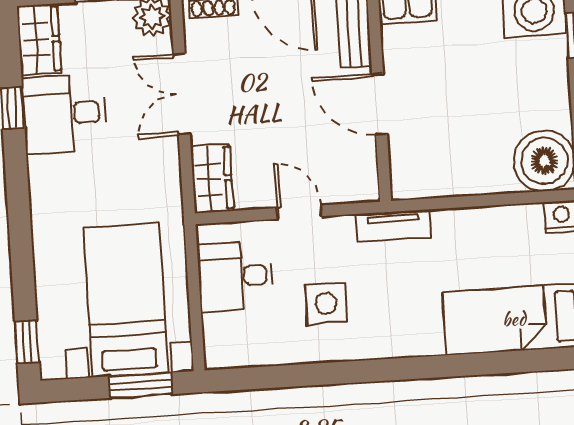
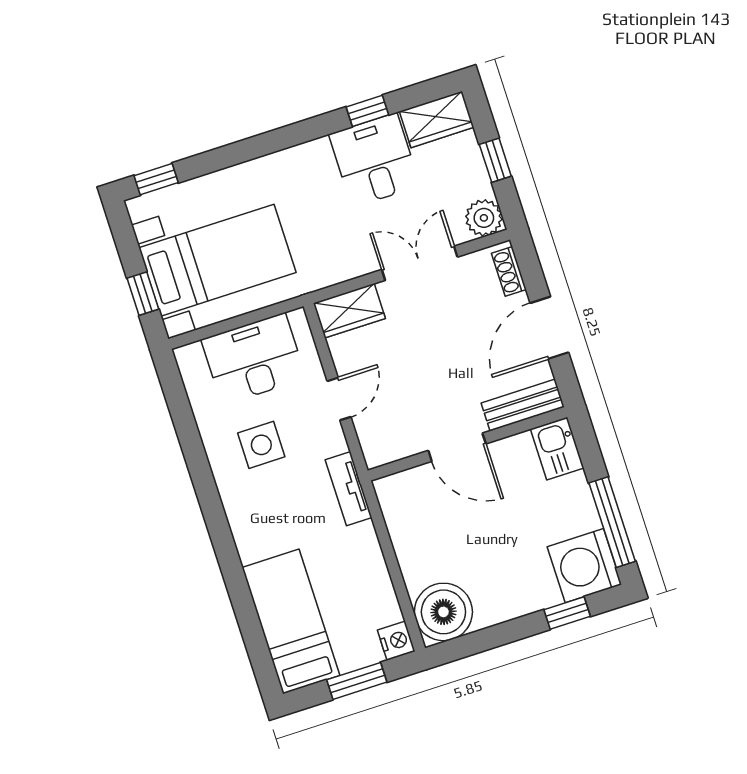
door: (380, 104) -> (457, 447), swing flipped
desk: (236, 276) -> (254, 359), width x1.37
window: (141, 385) -> (143, 294), width x0.67

